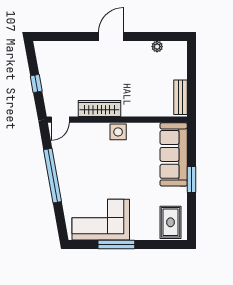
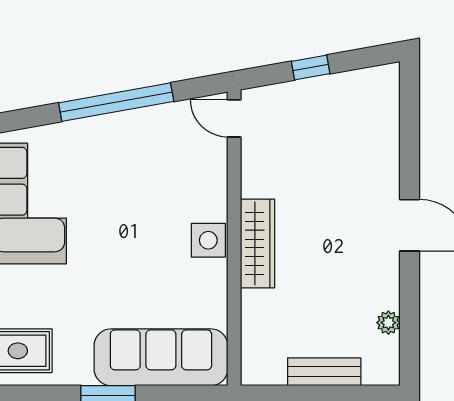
bench: (180, 97) -> (324, 372), moved
wardrobe: (99, 109) -> (258, 243), moved

